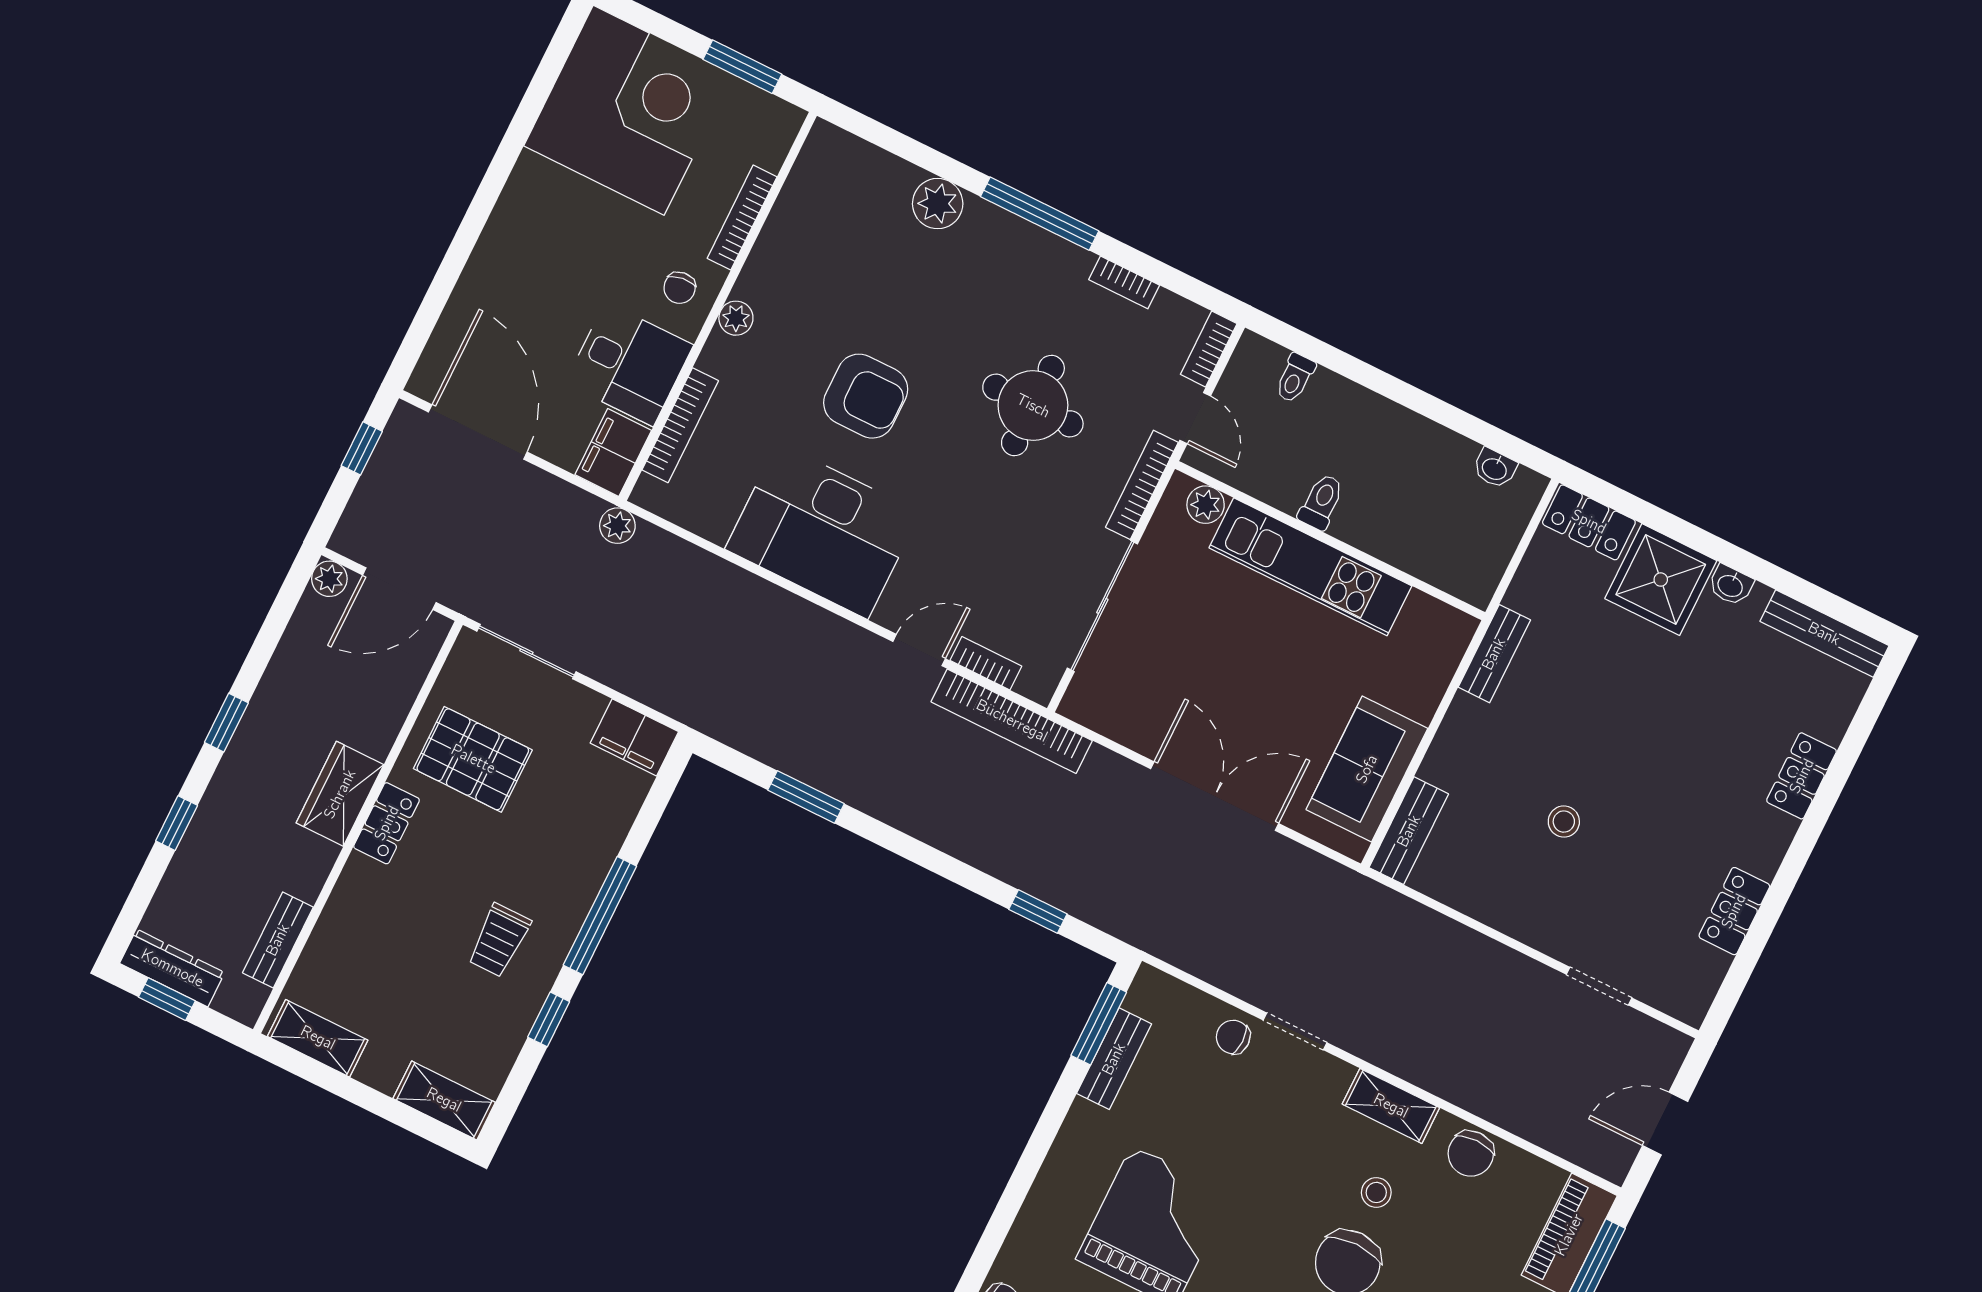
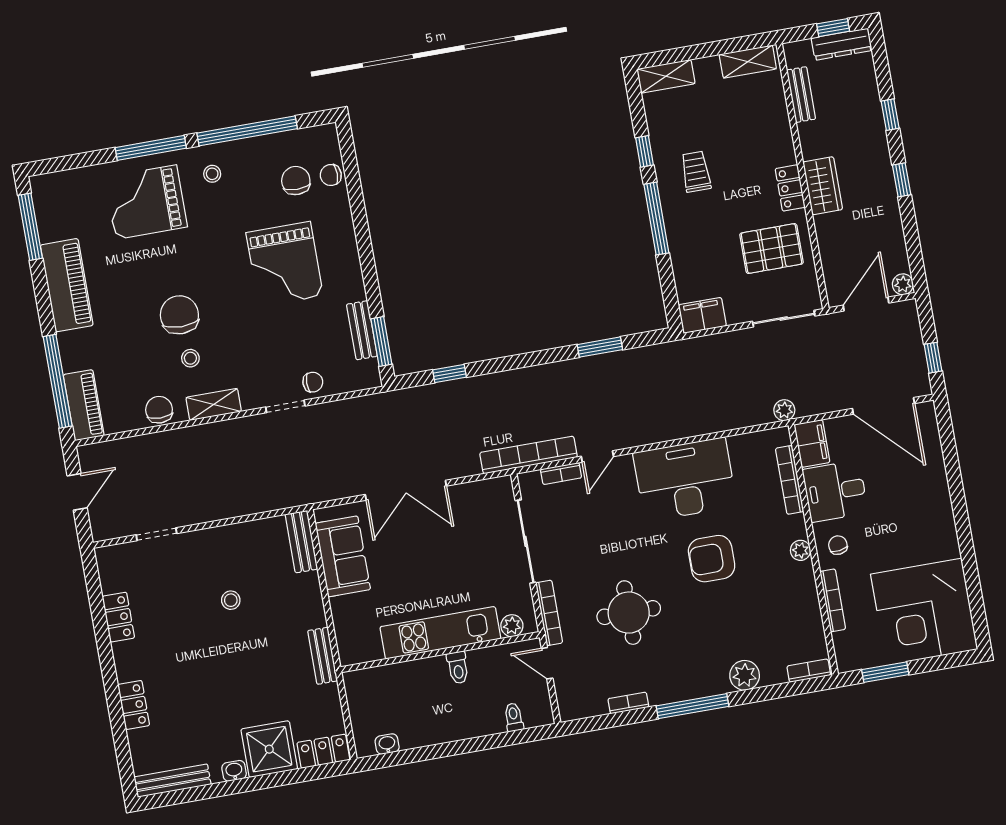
bookcase: (1209, 349) -> (809, 671), moved, turned -90

